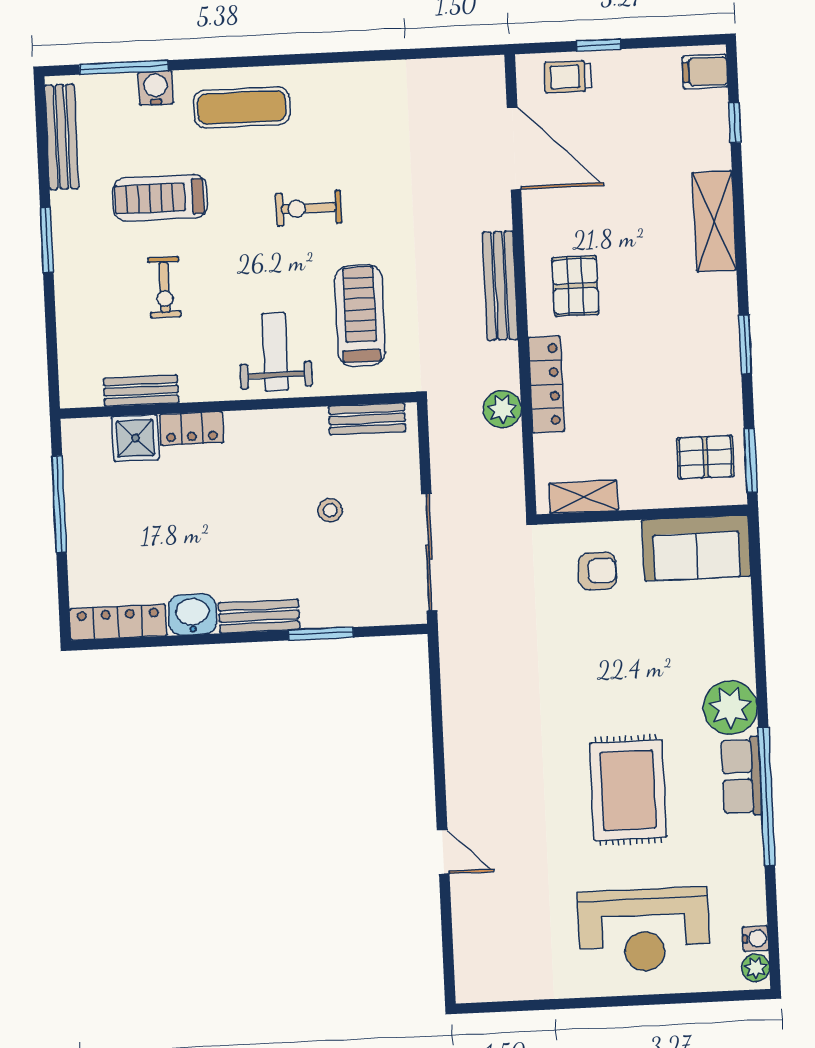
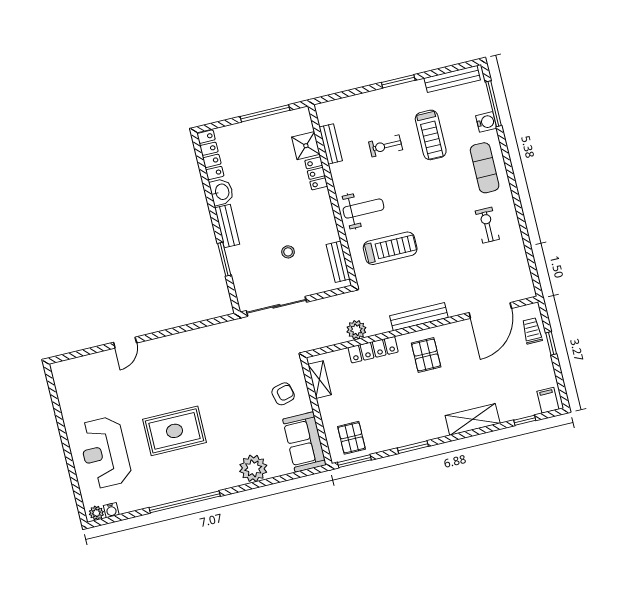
treadmill: (160, 198) -> (431, 135), turned 180
exercise bike: (309, 208) -> (487, 225), moved
pallet: (575, 286) -> (426, 355), turned 90
armchair: (597, 571) -> (283, 394), turned -104
plant: (730, 708) -> (253, 468), moved
row of seats: (741, 776) -> (193, 487), removed

